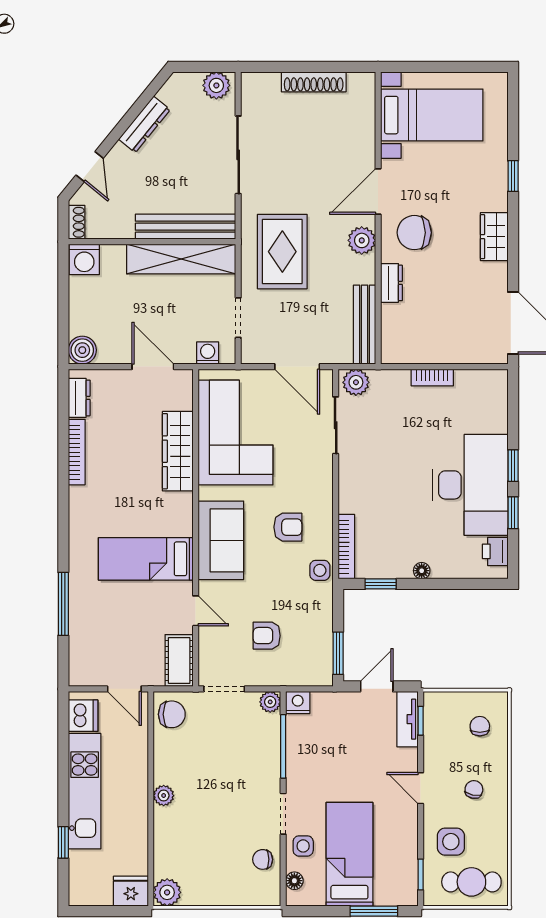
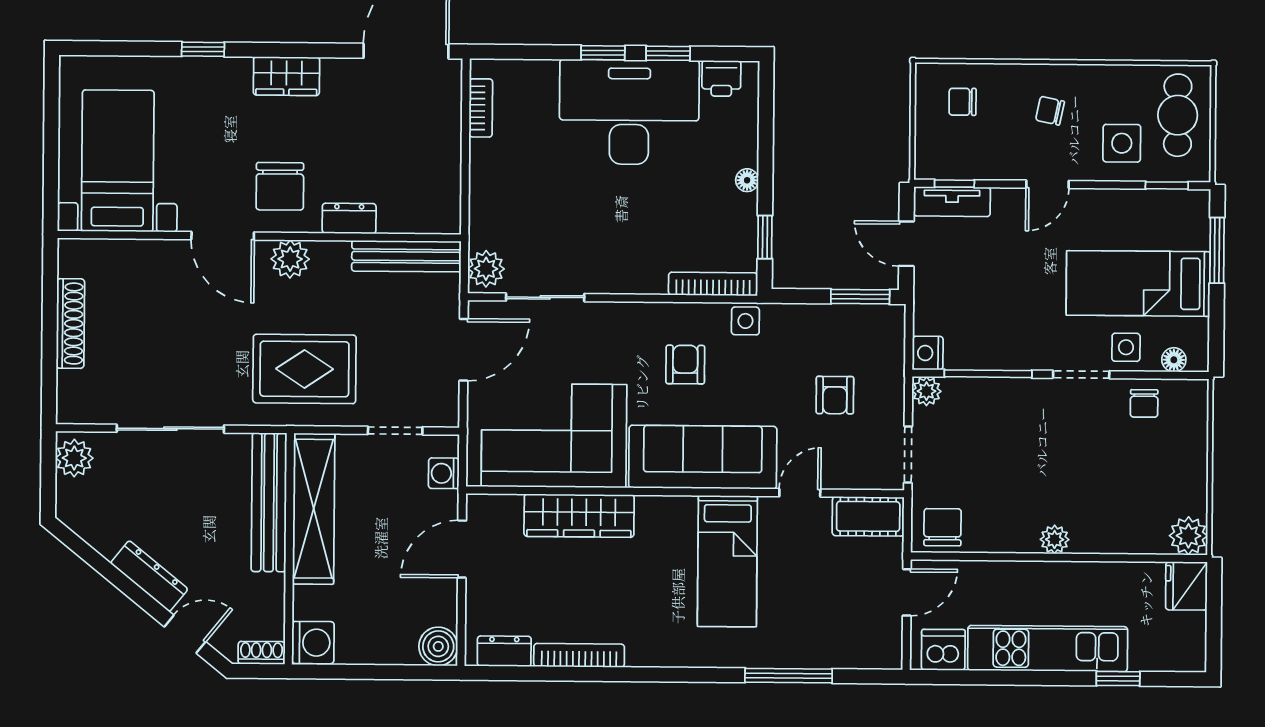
dresser: (144, 124) -> (149, 576), moved
bookcase: (432, 378) -> (481, 108), moved
sofa: (221, 540) -> (703, 457), width x1.36

